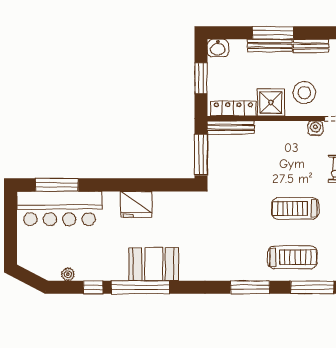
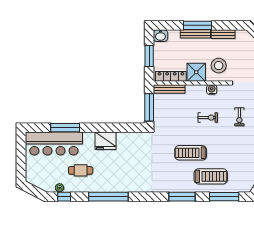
water cooler: (315, 128) -> (212, 90), moved
exercise bike: (288, 170) -> (208, 118), added
window: (57, 185) -> (65, 128), moved
treadmill: (295, 208) -> (191, 153), moved
cafe table: (99, 248) -> (81, 170), added
booth: (154, 264) -> (117, 181), removed
window: (93, 287) -> (64, 197), moved

